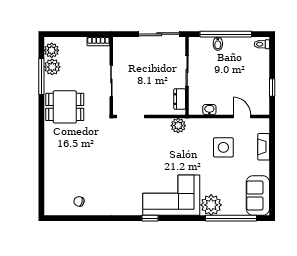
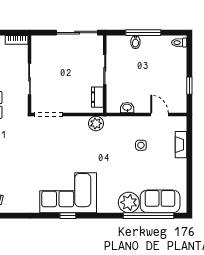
window: (226, 34) -> (143, 33), width x0.68
side table: (223, 147) -> (141, 145), width x0.54, depth x0.54
corner sofa: (171, 195) -> (68, 193), moved
sofa: (258, 195) -> (160, 201), moved, turned 90

